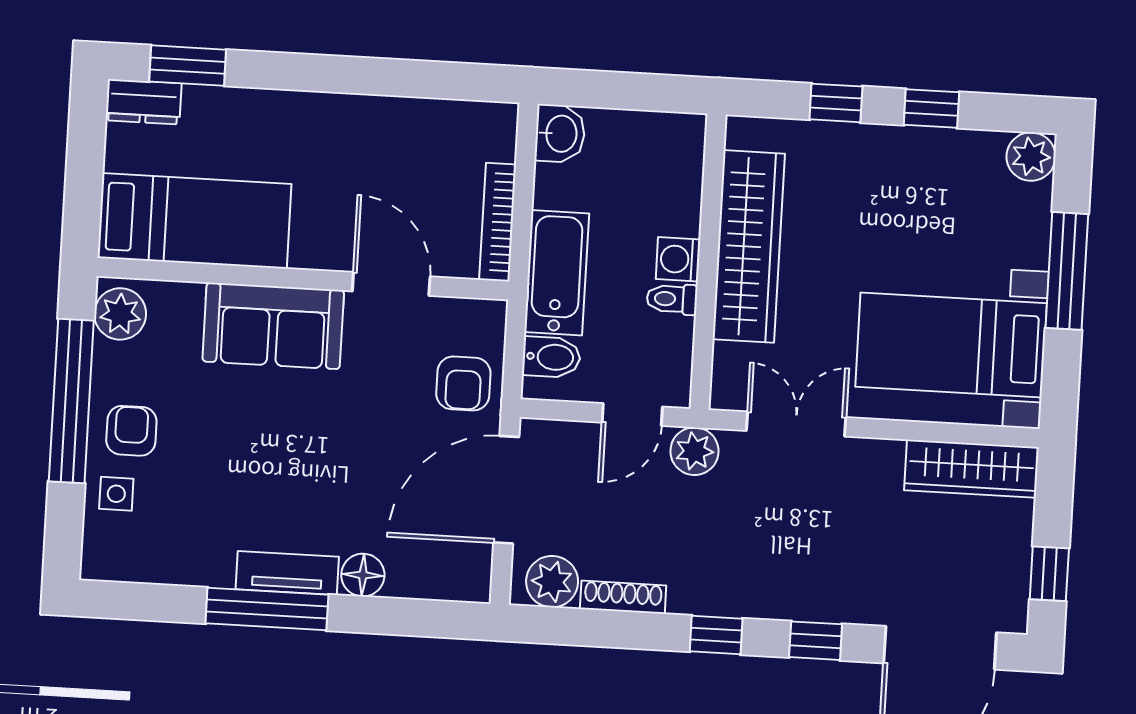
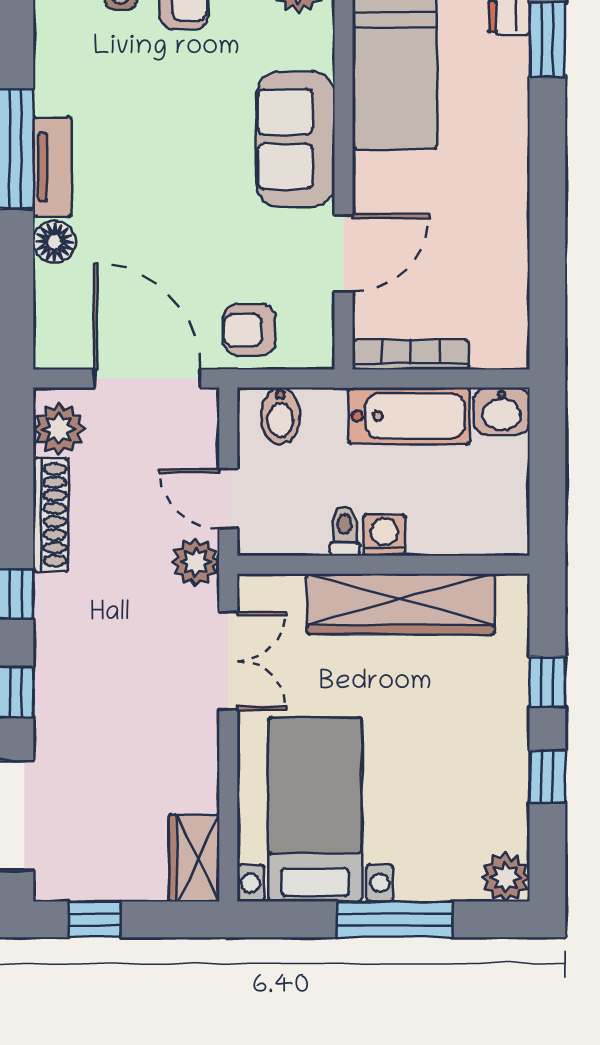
bathtub: (557, 273) -> (409, 416), moved
wardrobe: (971, 469) -> (194, 858), width x0.67
shoe rack: (623, 597) -> (51, 515), width x1.36, depth x1.24

